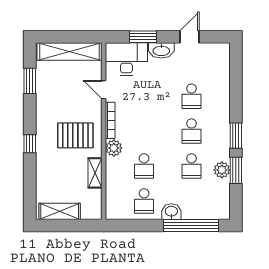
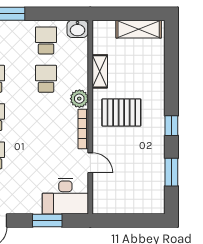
washbasin: (161, 50) -> (27, 206), removed
shelving: (70, 51) -> (128, 204), removed
window: (30, 144) -> (171, 126), moved
washbasin: (171, 212) -> (78, 29), moved

